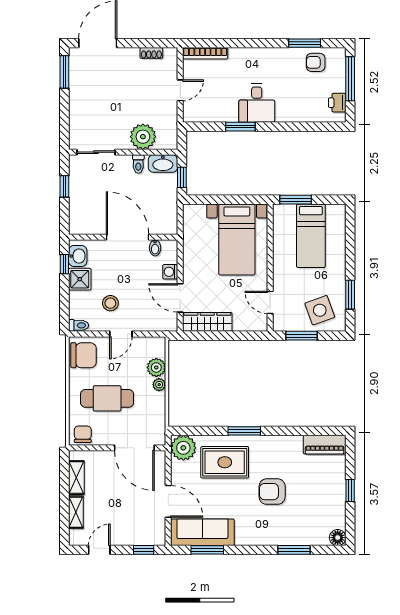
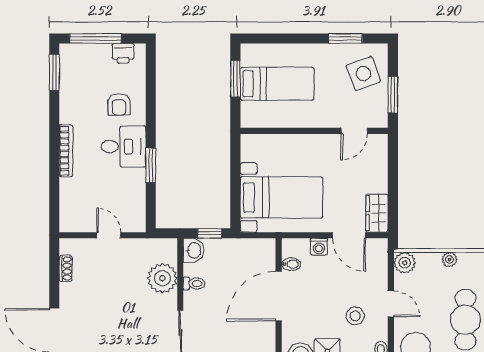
window: (305, 43) -> (54, 72), moved
bookcase: (205, 53) -> (66, 151), moved
armchair: (316, 62) -> (119, 104), moved
washbasin: (163, 164) -> (194, 250), width x0.72
window: (296, 200) -> (235, 79), moved
bed with nightstands: (237, 240) -> (281, 197), moved
door: (180, 298) -> (349, 235), hinge flipped
wardrobe: (207, 322) -> (377, 213), width x0.67
plant: (156, 367) -> (405, 263), moved

